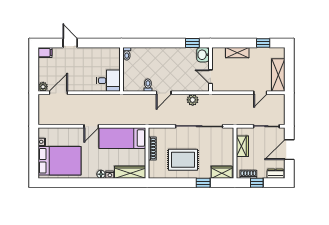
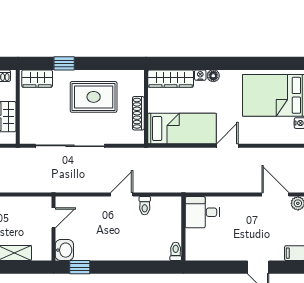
door: (210, 77) -> (53, 218), hinge flipped
door: (58, 93) -> (275, 194), swing flipped
plant: (193, 100) -> (80, 184), removed

